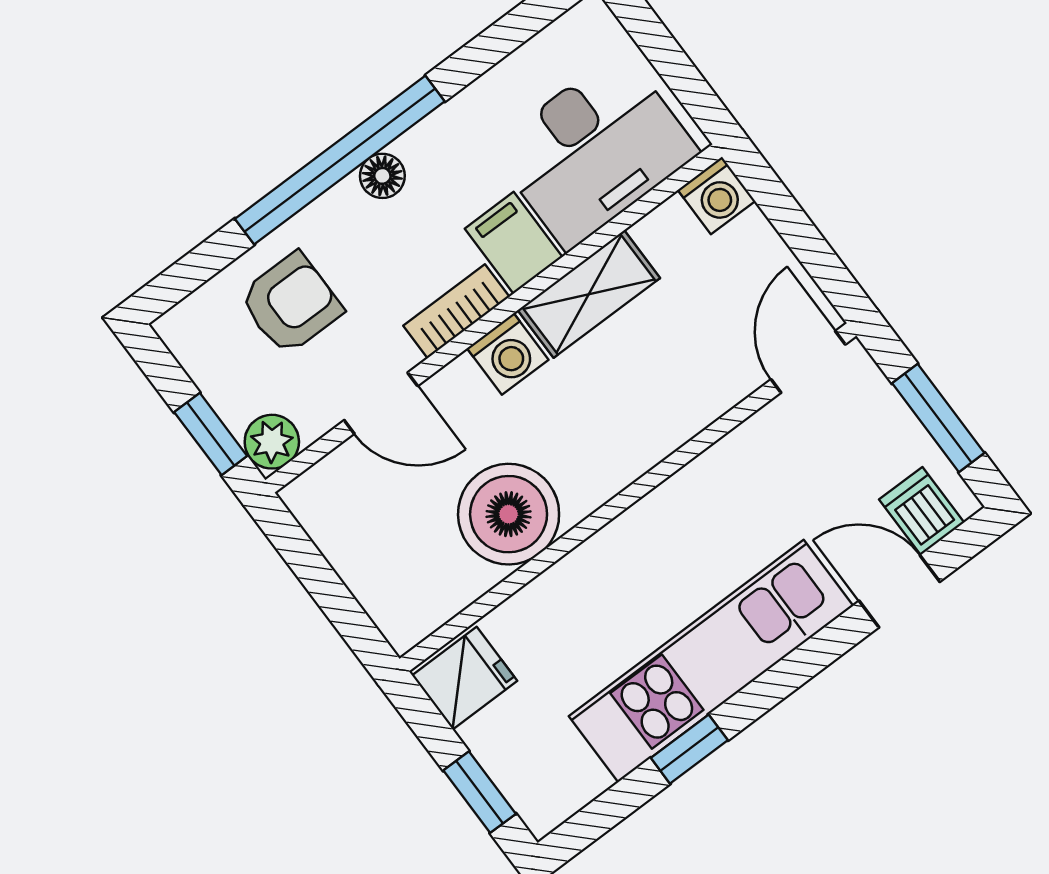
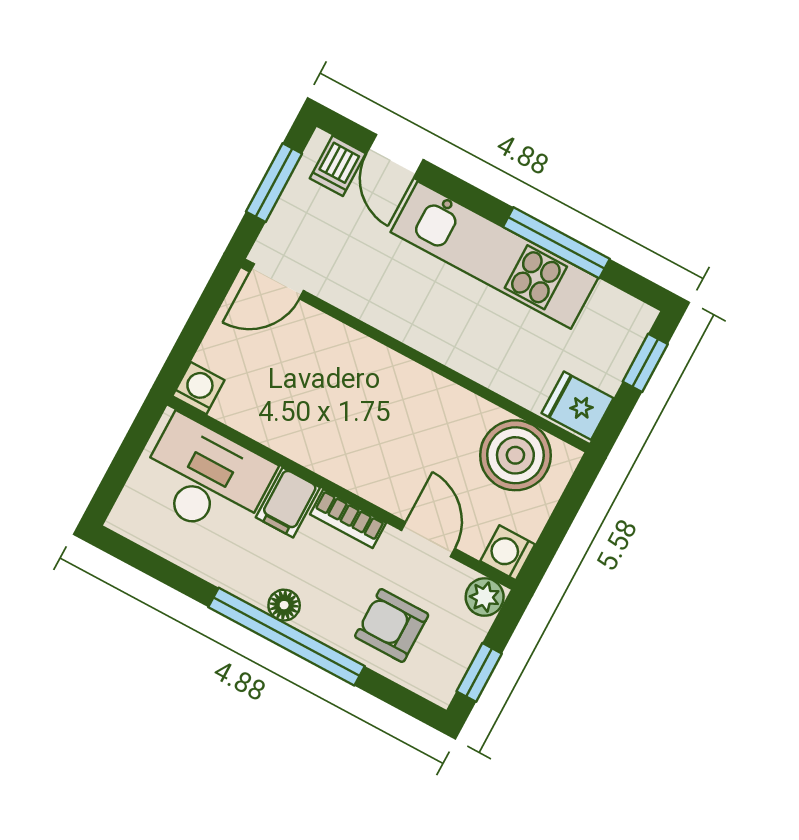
shelving: (589, 294) -> (298, 440), removed
washing machine: (508, 354) -> (508, 553), moved, turned -90
window: (211, 434) -> (479, 672), moved
boiler: (509, 514) -> (515, 455), moved
window: (689, 749) -> (556, 243), width x2.17

